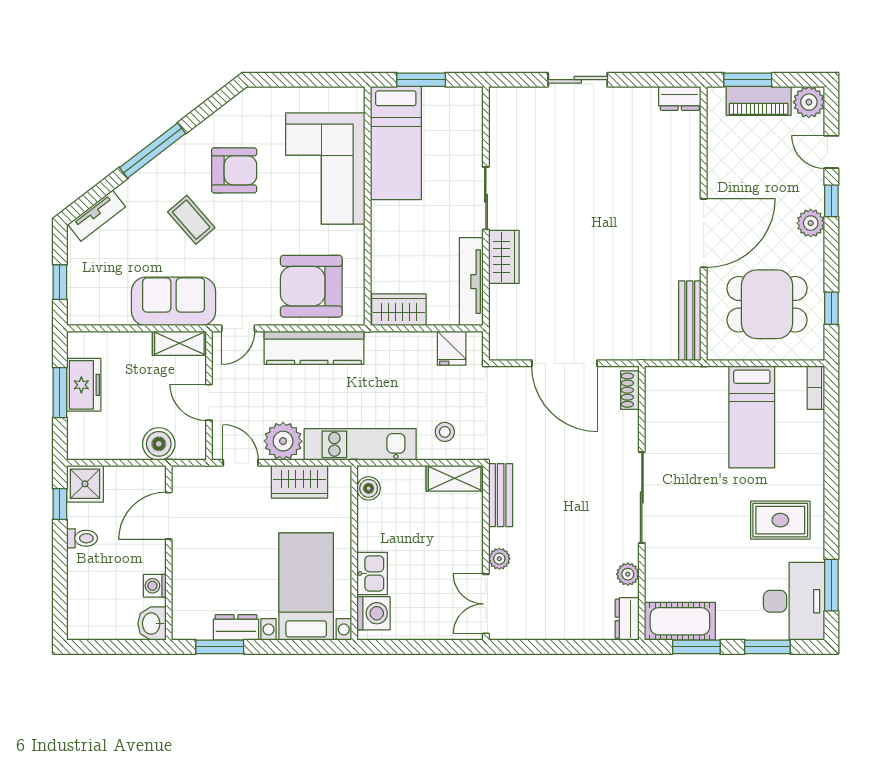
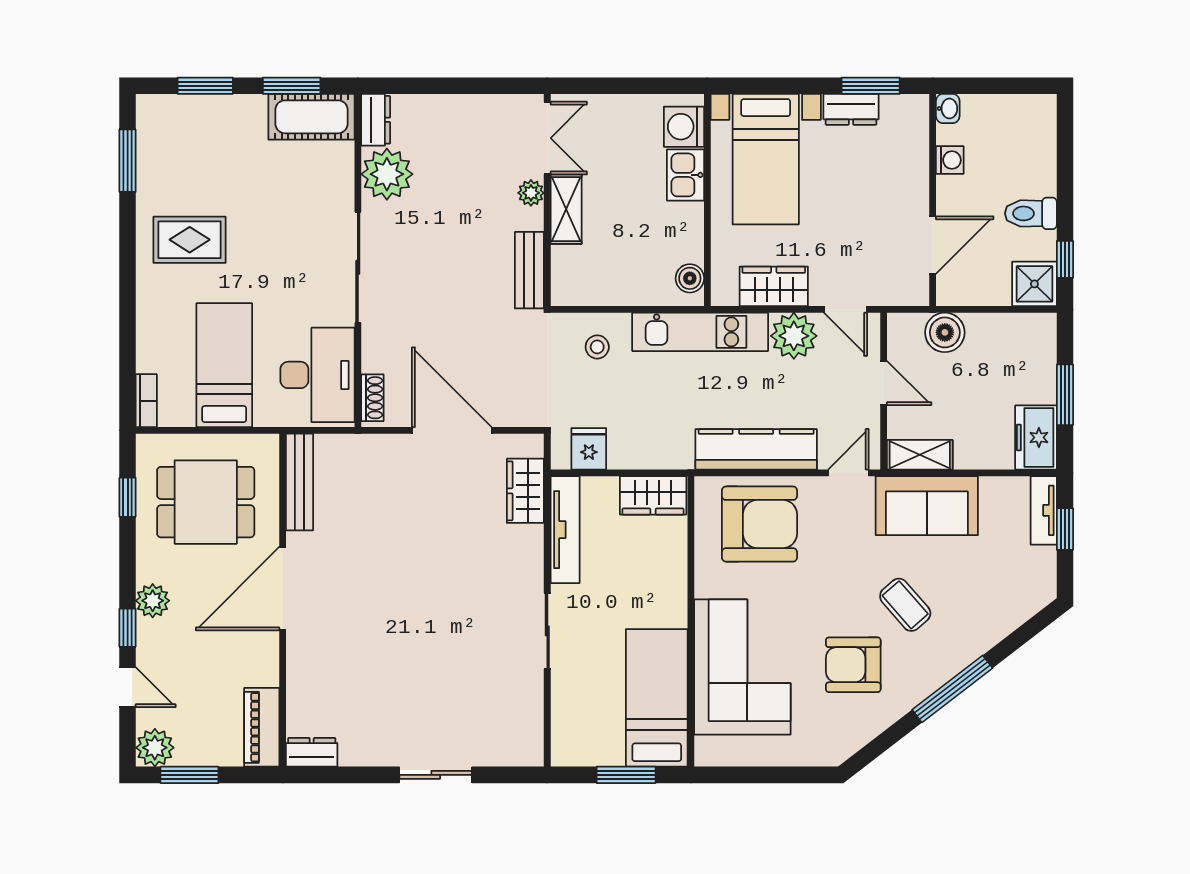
window: (748, 80) -> (189, 775), moved
piano: (759, 101) -> (262, 727), moved, turned -90
tv unit: (97, 216) -> (1044, 510), moved, turned -52
wardrobe: (504, 257) -> (525, 491), moved
freezer: (84, 385) -> (1036, 437), moved
shelving: (455, 478) -> (566, 209), moved, turned 90
toilet: (82, 538) -> (1031, 213), width x1.37, depth x1.39
plant: (628, 574) -> (387, 174), width x1.87, depth x1.87
desk: (794, 601) -> (317, 375), moved, turned 180
washbasin: (152, 624) -> (948, 109), width x0.72, depth x0.69

